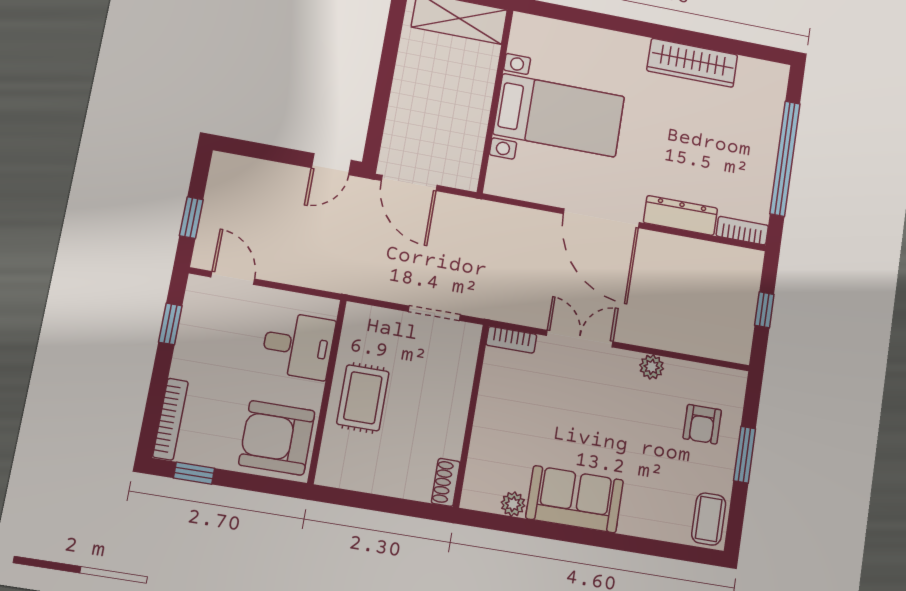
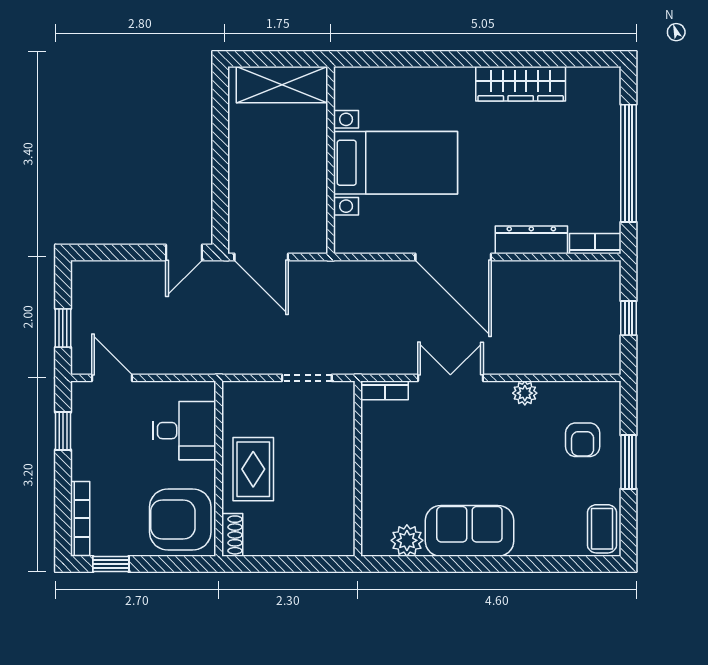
shoe rack: (446, 482) -> (232, 535), moved, turned 180
plant: (513, 504) -> (407, 540), width x1.38, depth x1.38

